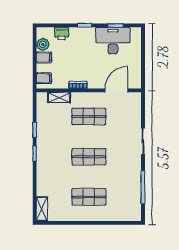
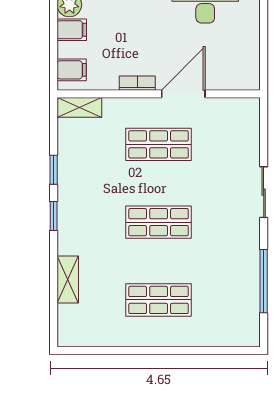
door: (116, 90) -> (183, 94), moved
shelving: (59, 97) -> (79, 107), moved
shelving: (42, 209) -> (68, 280), moved

